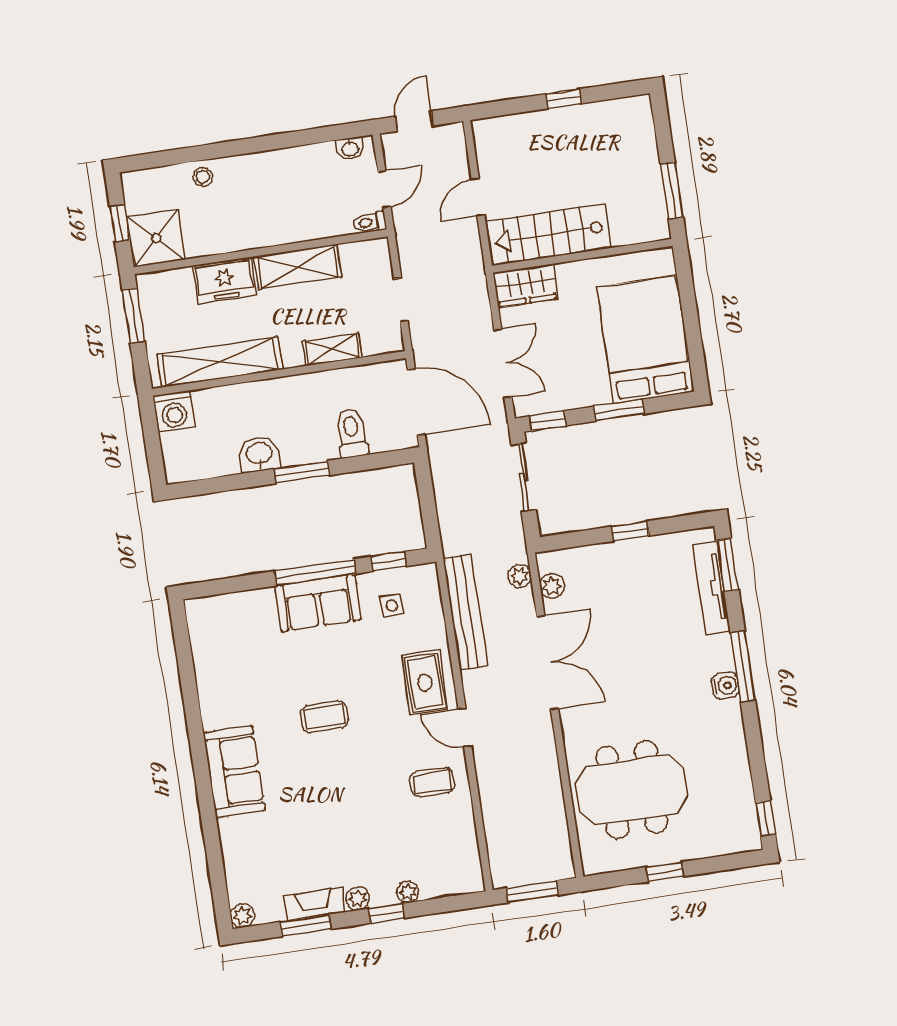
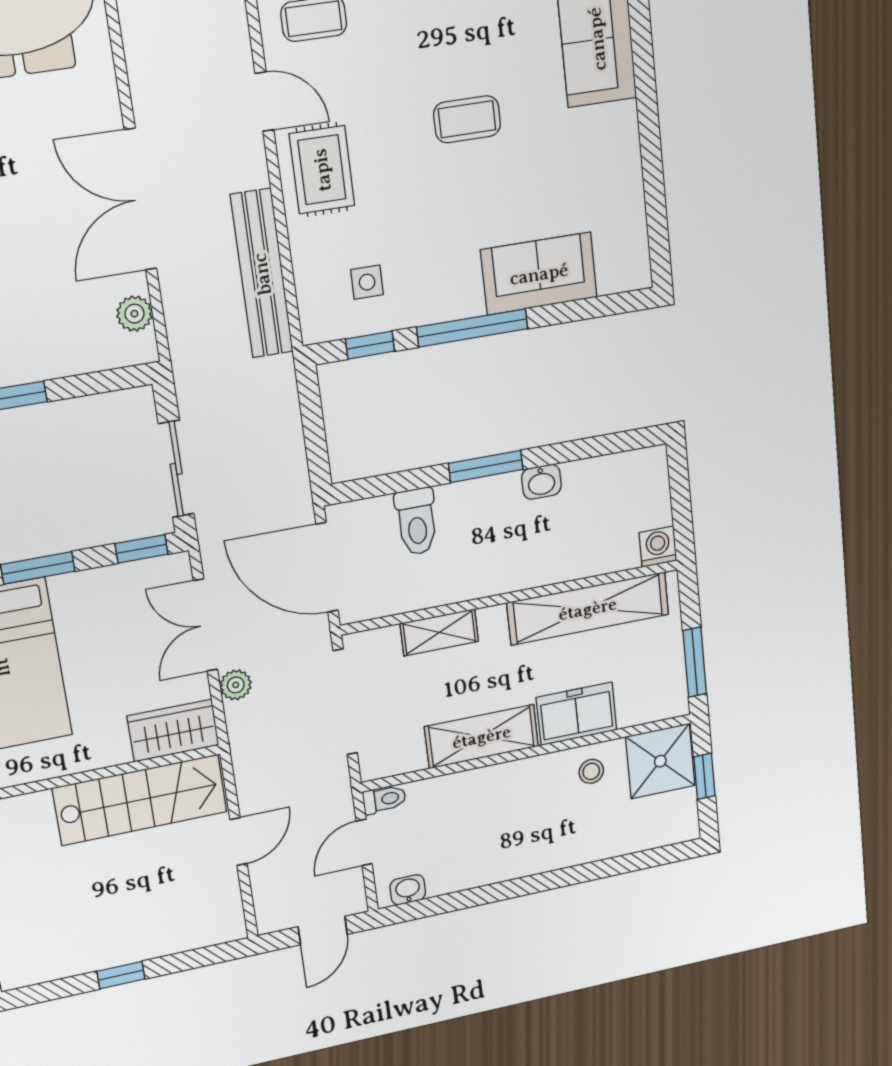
stool: (203, 177) -> (591, 771), moved
doorway: (401, 300) -> (345, 702), width x1.88
washing machine: (174, 411) -> (658, 547), width x0.73, depth x0.73
washbasin: (259, 454) -> (541, 482), width x0.72, depth x0.69
plant: (520, 576) -> (236, 685), moved
sofa: (318, 603) -> (539, 274), moved

